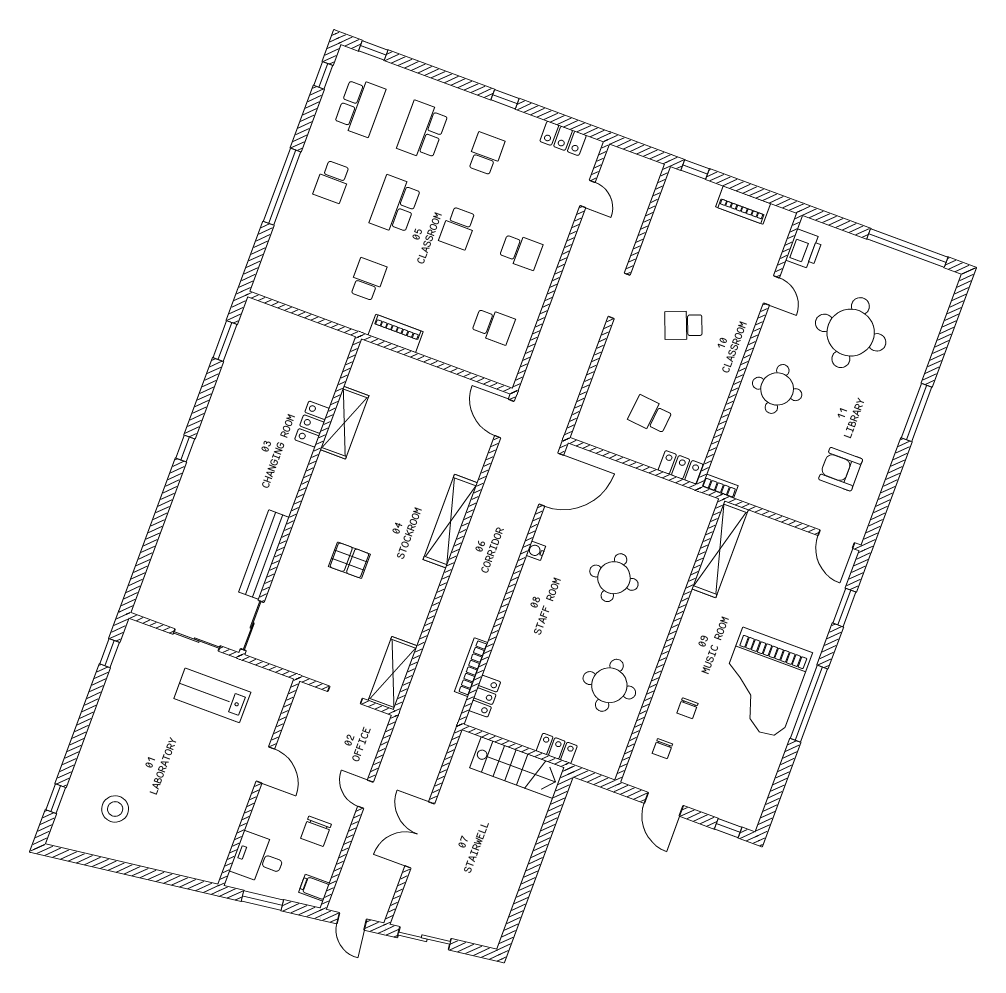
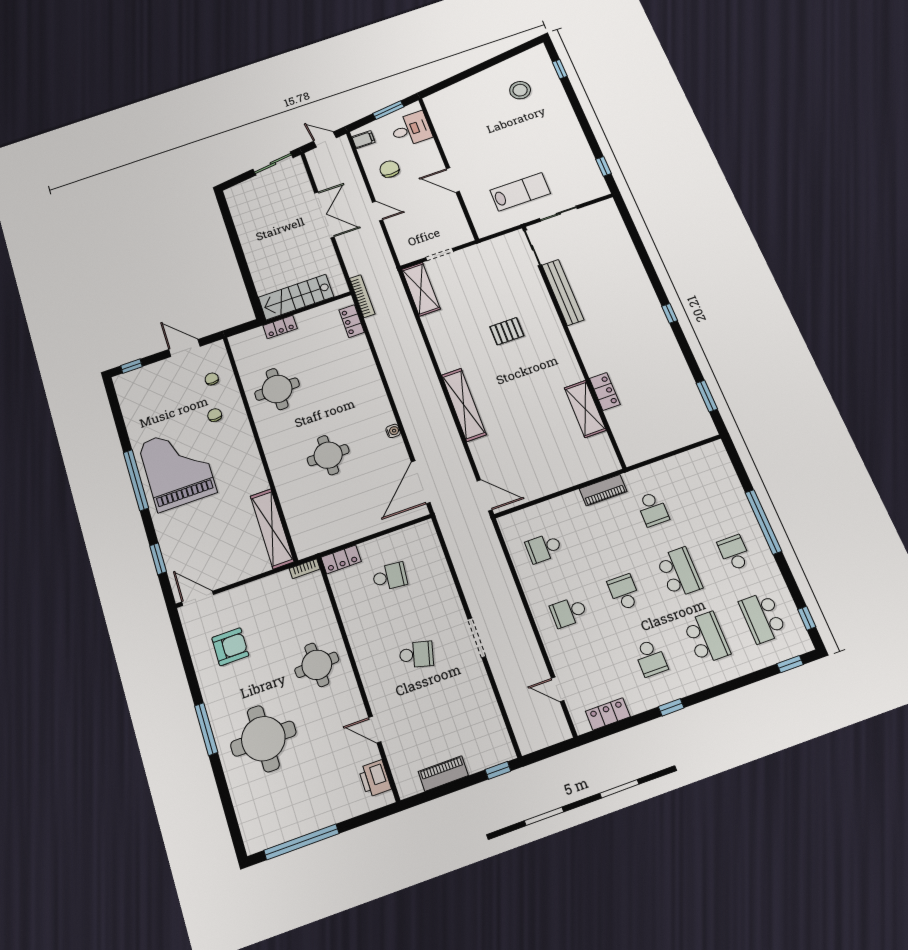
school desk: (683, 325) -> (416, 654), turned 36
round table: (851, 333) -> (263, 739), moved
bookcase: (471, 667) -> (362, 296), moved

